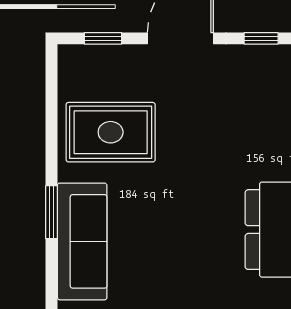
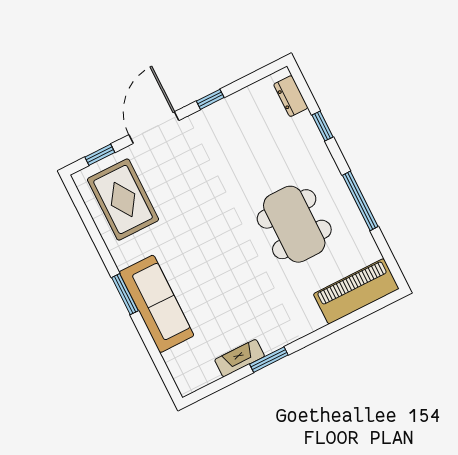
rug: (111, 132) -> (123, 200), moved, turned 90

